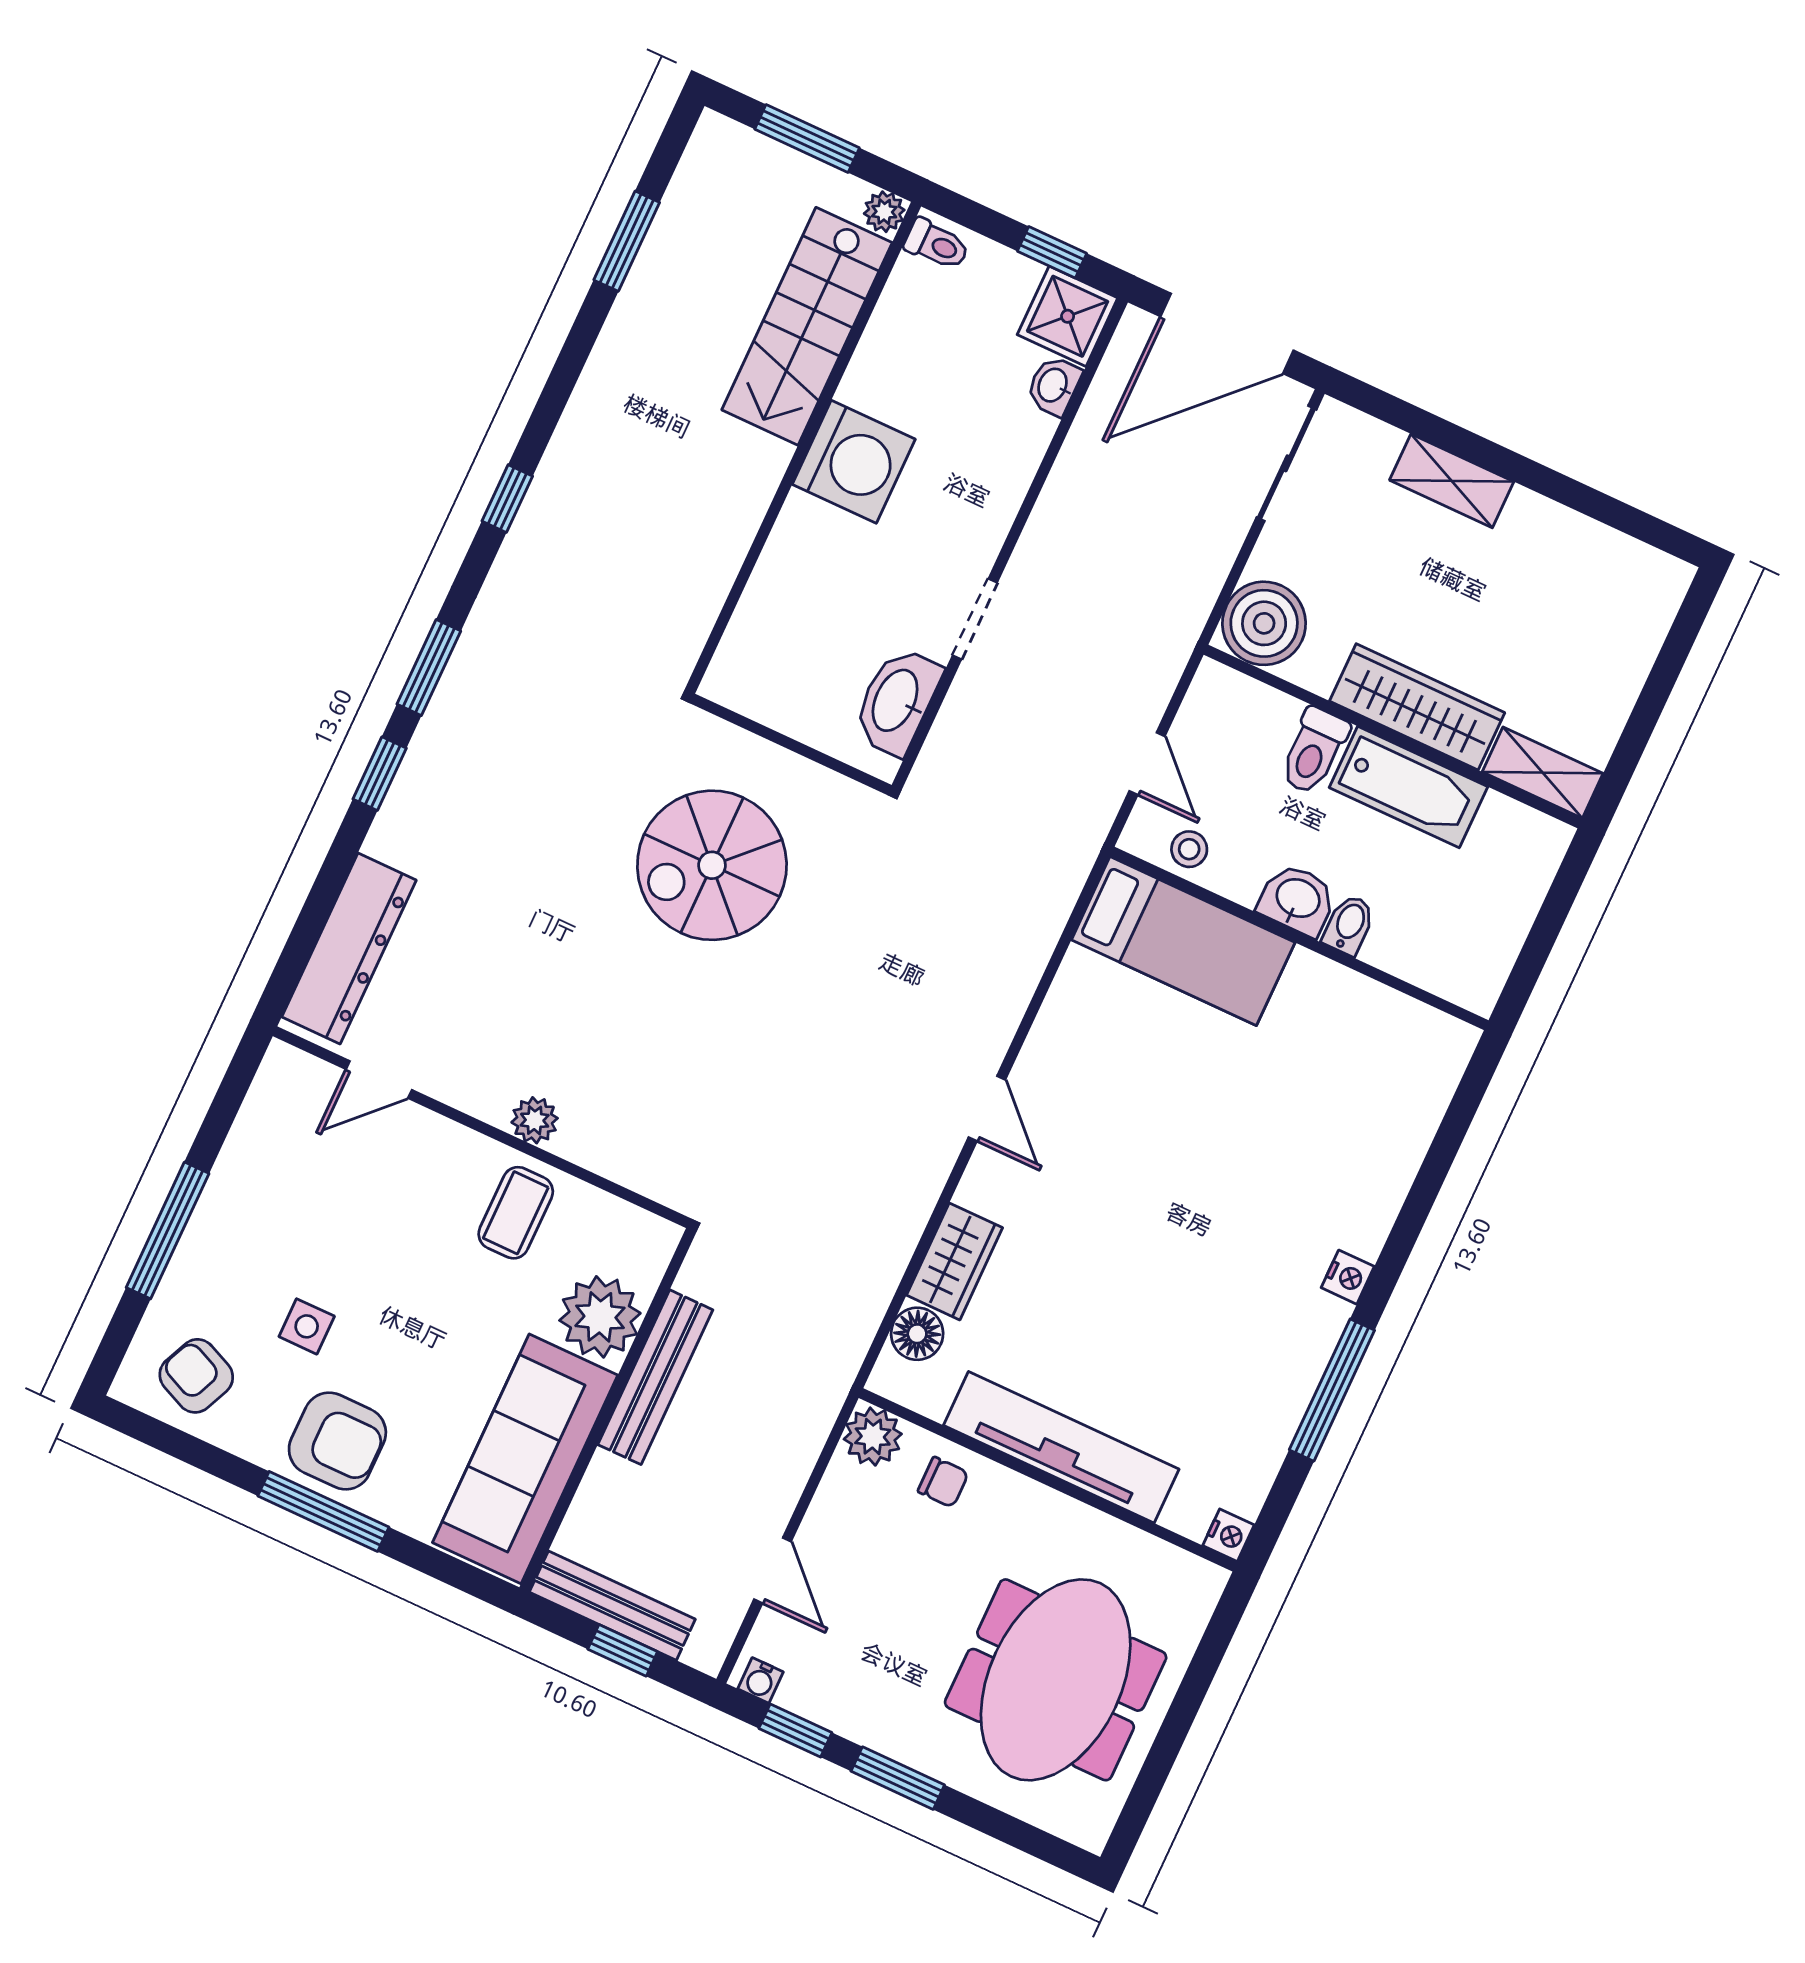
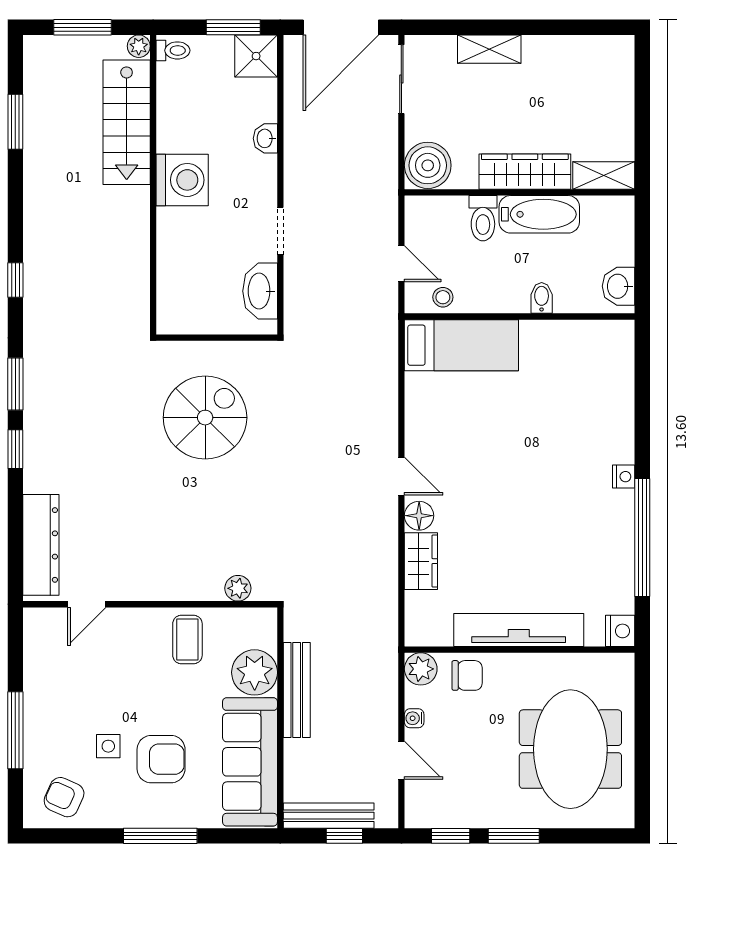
window: (1052, 252) -> (233, 27), width x1.50
washbasin: (1054, 386) -> (265, 138), moved
spiral stairs: (712, 865) -> (205, 418), turned 180
washbasin: (1297, 900) -> (619, 286), moved, turned -90
plant: (535, 1120) -> (238, 588), moved
floor lamp: (917, 1334) -> (419, 516), moved
window: (1332, 1390) -> (642, 537), width x1.46
armchair: (337, 1441) -> (161, 759), moved
chair: (943, 1482) -> (467, 675), width x1.37, depth x1.37
nightstand: (1228, 1535) -> (620, 631), width x1.39, depth x1.35
water cooler: (761, 1680) -> (414, 718), moved, turned 90

